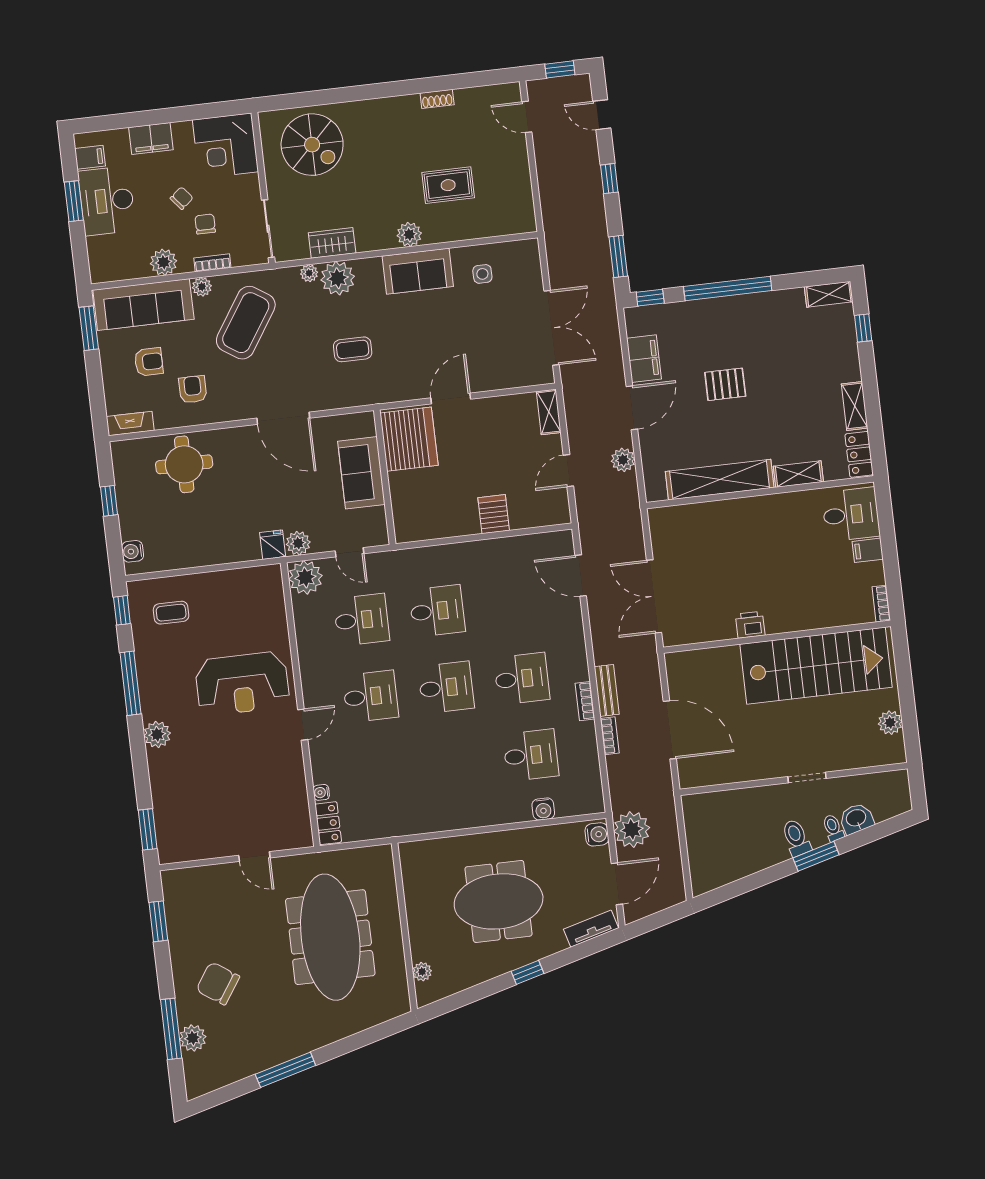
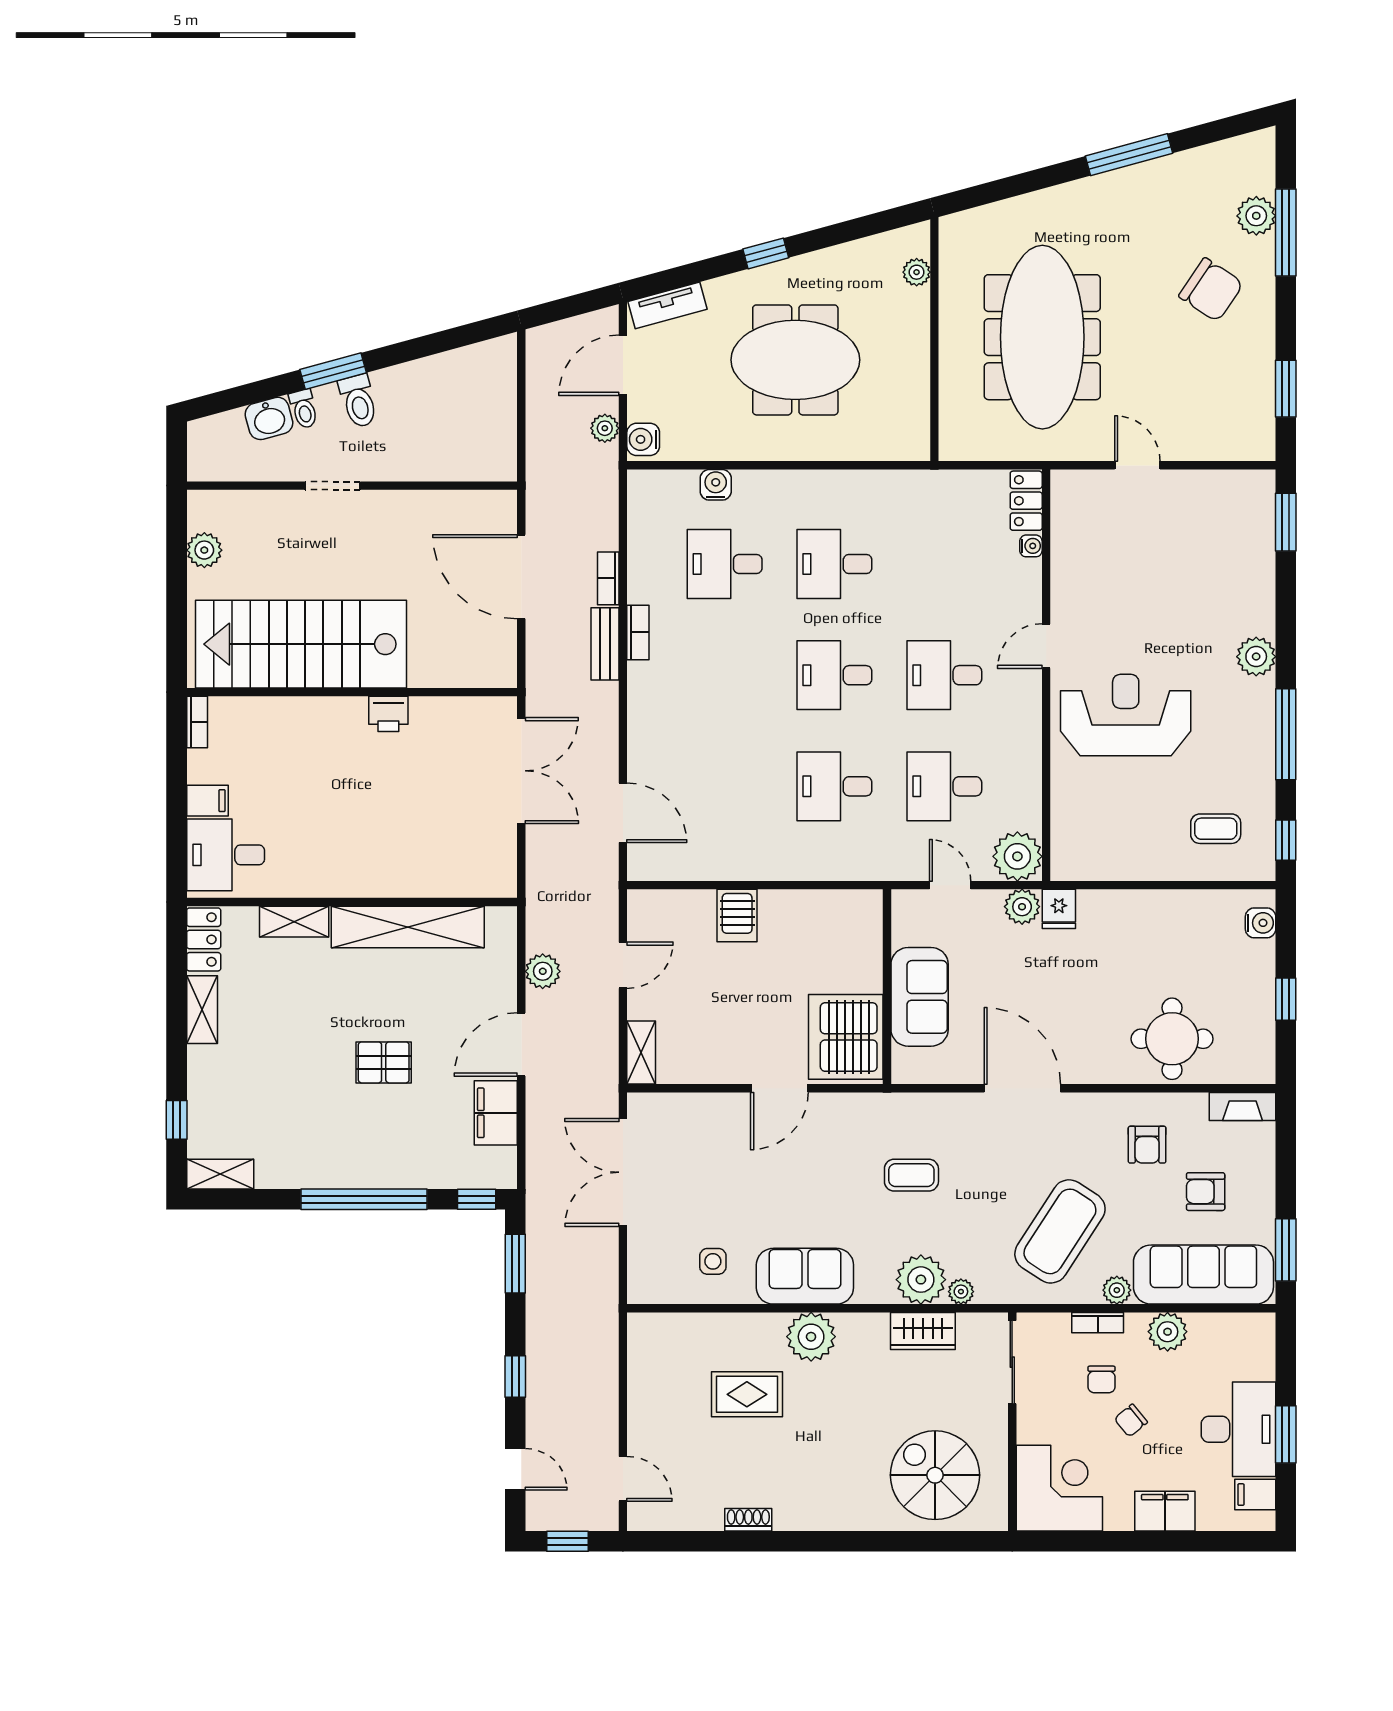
plant: (409, 234) -> (811, 1337), width x1.36, depth x1.36
desk: (522, 679) -> (834, 564), moved
plant: (632, 829) -> (605, 428), width x0.53, depth x0.53

